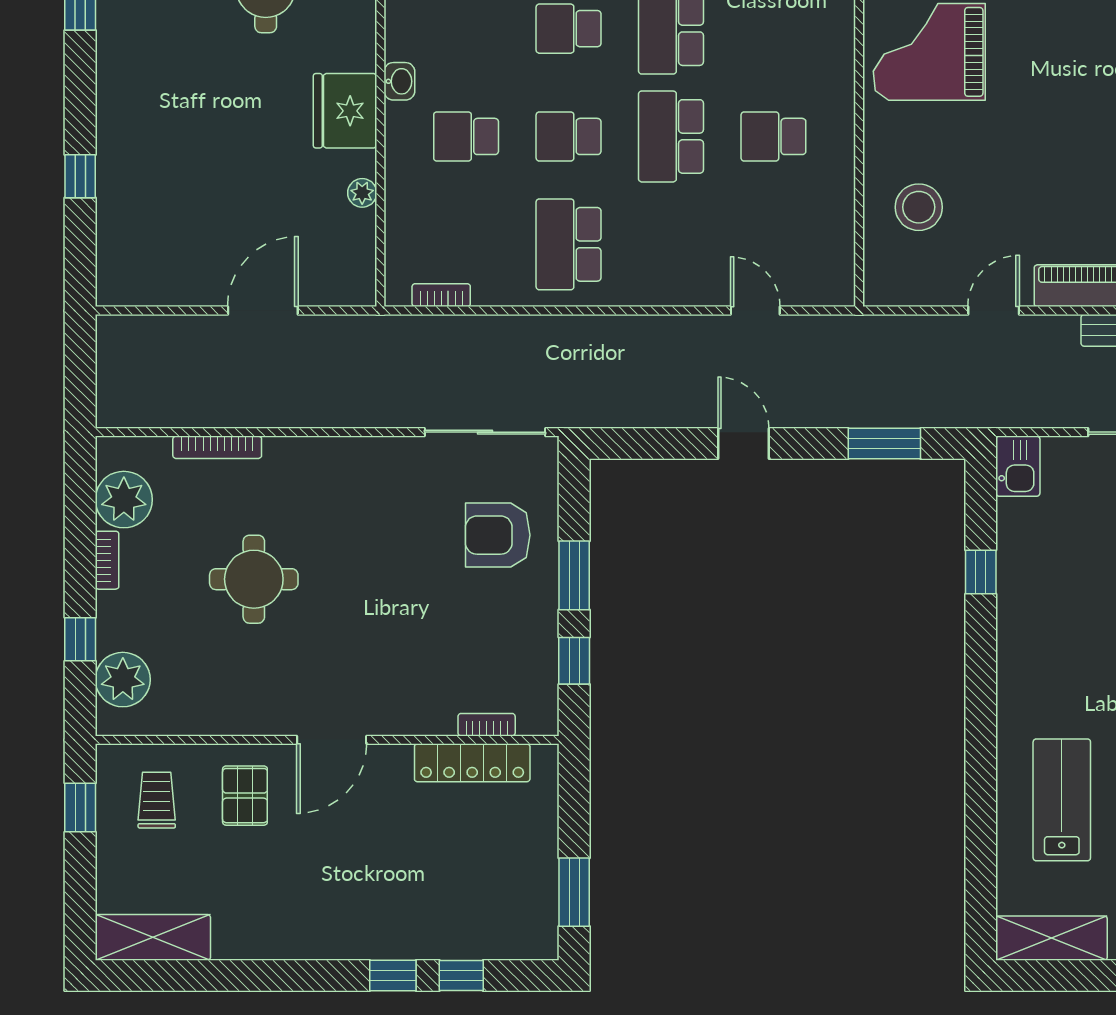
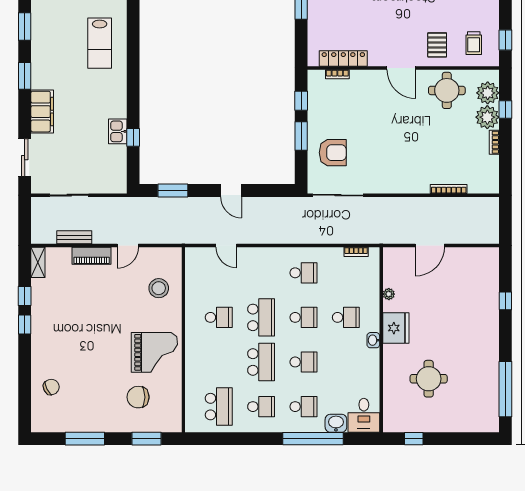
school desk: (569, 244) -> (303, 273), width x0.54
kitchen sink: (1018, 466) -> (118, 131), moved
plant: (124, 500) -> (487, 117), moved
round table: (254, 579) -> (447, 90), moved
door: (332, 740) -> (401, 68), swing flipped

